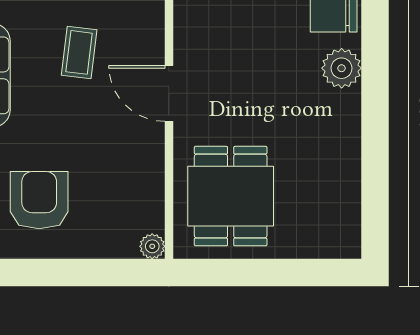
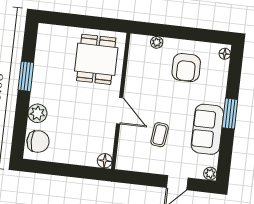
window: (375, 143) -> (26, 76), added
plant: (152, 246) -> (157, 42), moved

